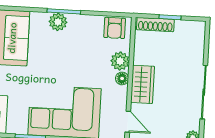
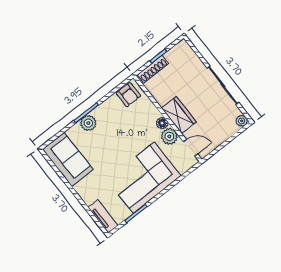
plant: (120, 61) -> (169, 136), moved

